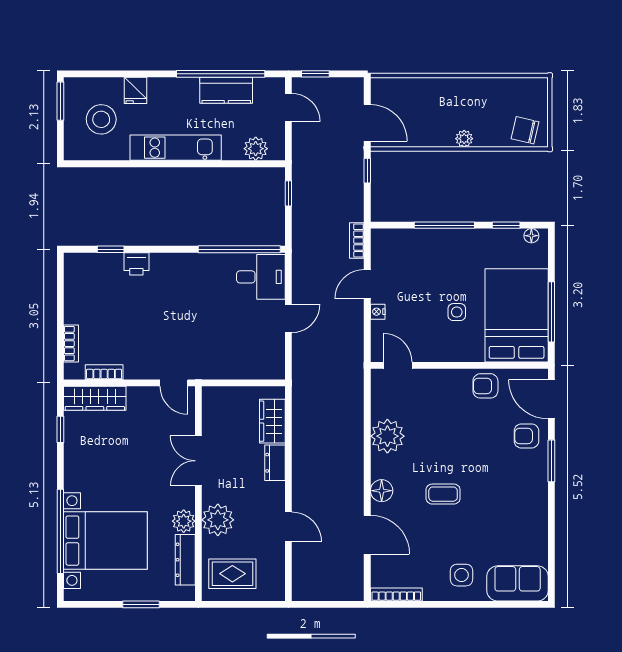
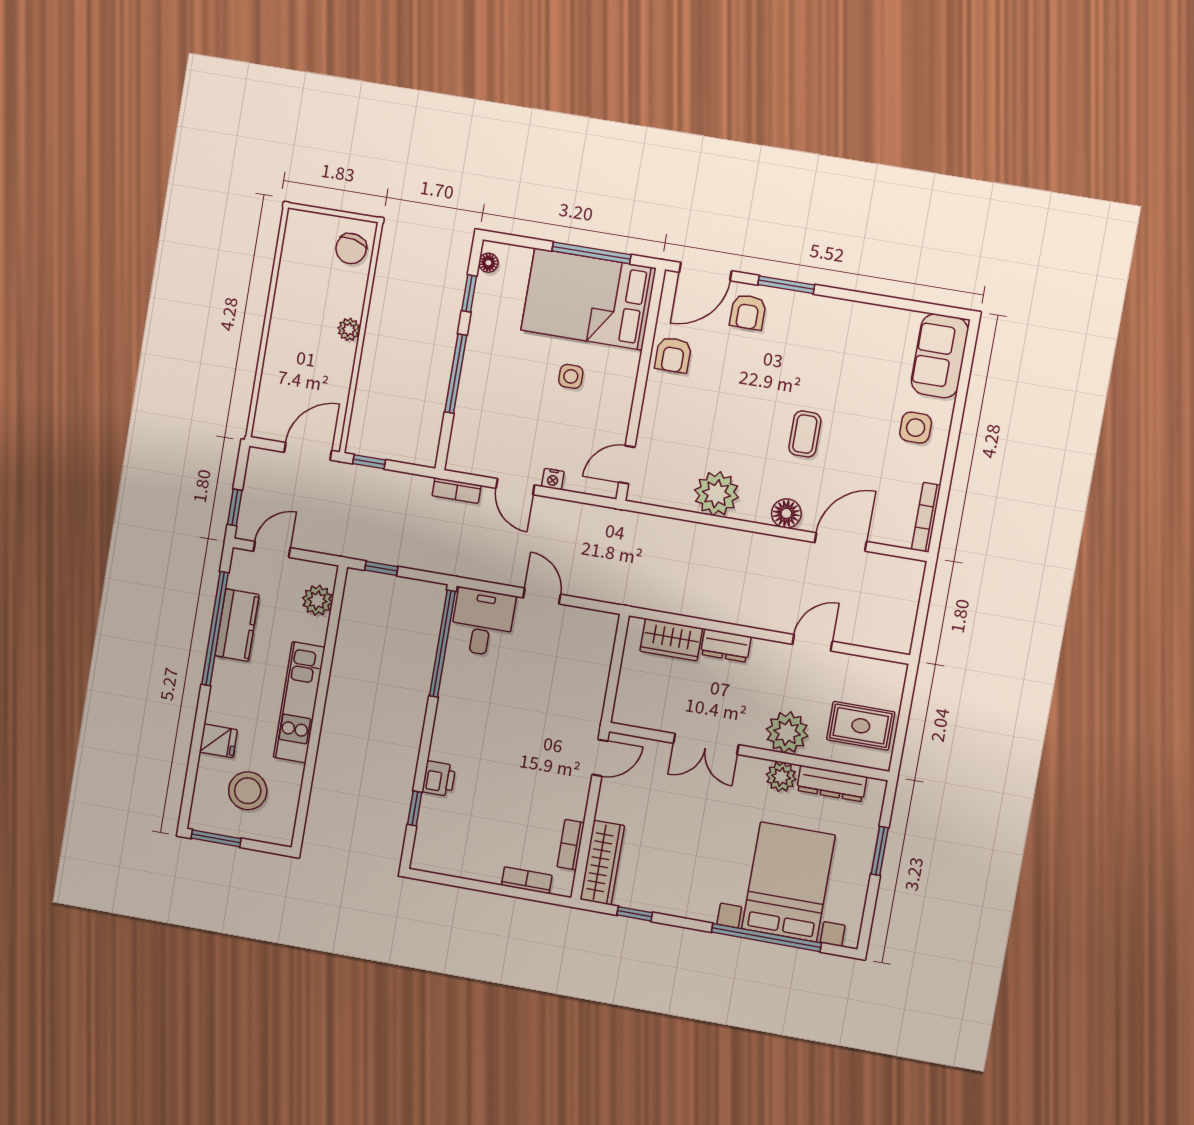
rug: (232, 574) -> (861, 726), turned 90

